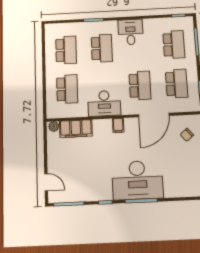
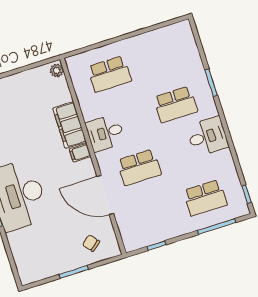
school desk: (66, 50) -> (161, 58), removed
school desk: (177, 84) -> (154, 214), removed
desk: (104, 103) -> (105, 133), width x0.73
filing cabinet: (76, 129) -> (70, 125), moved

